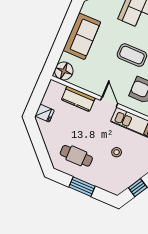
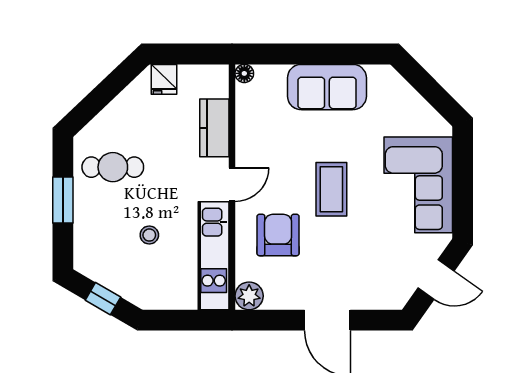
floor lamp: (64, 71) -> (244, 73), width x0.53, depth x0.53
cafe table: (76, 156) -> (113, 167), turned 90

